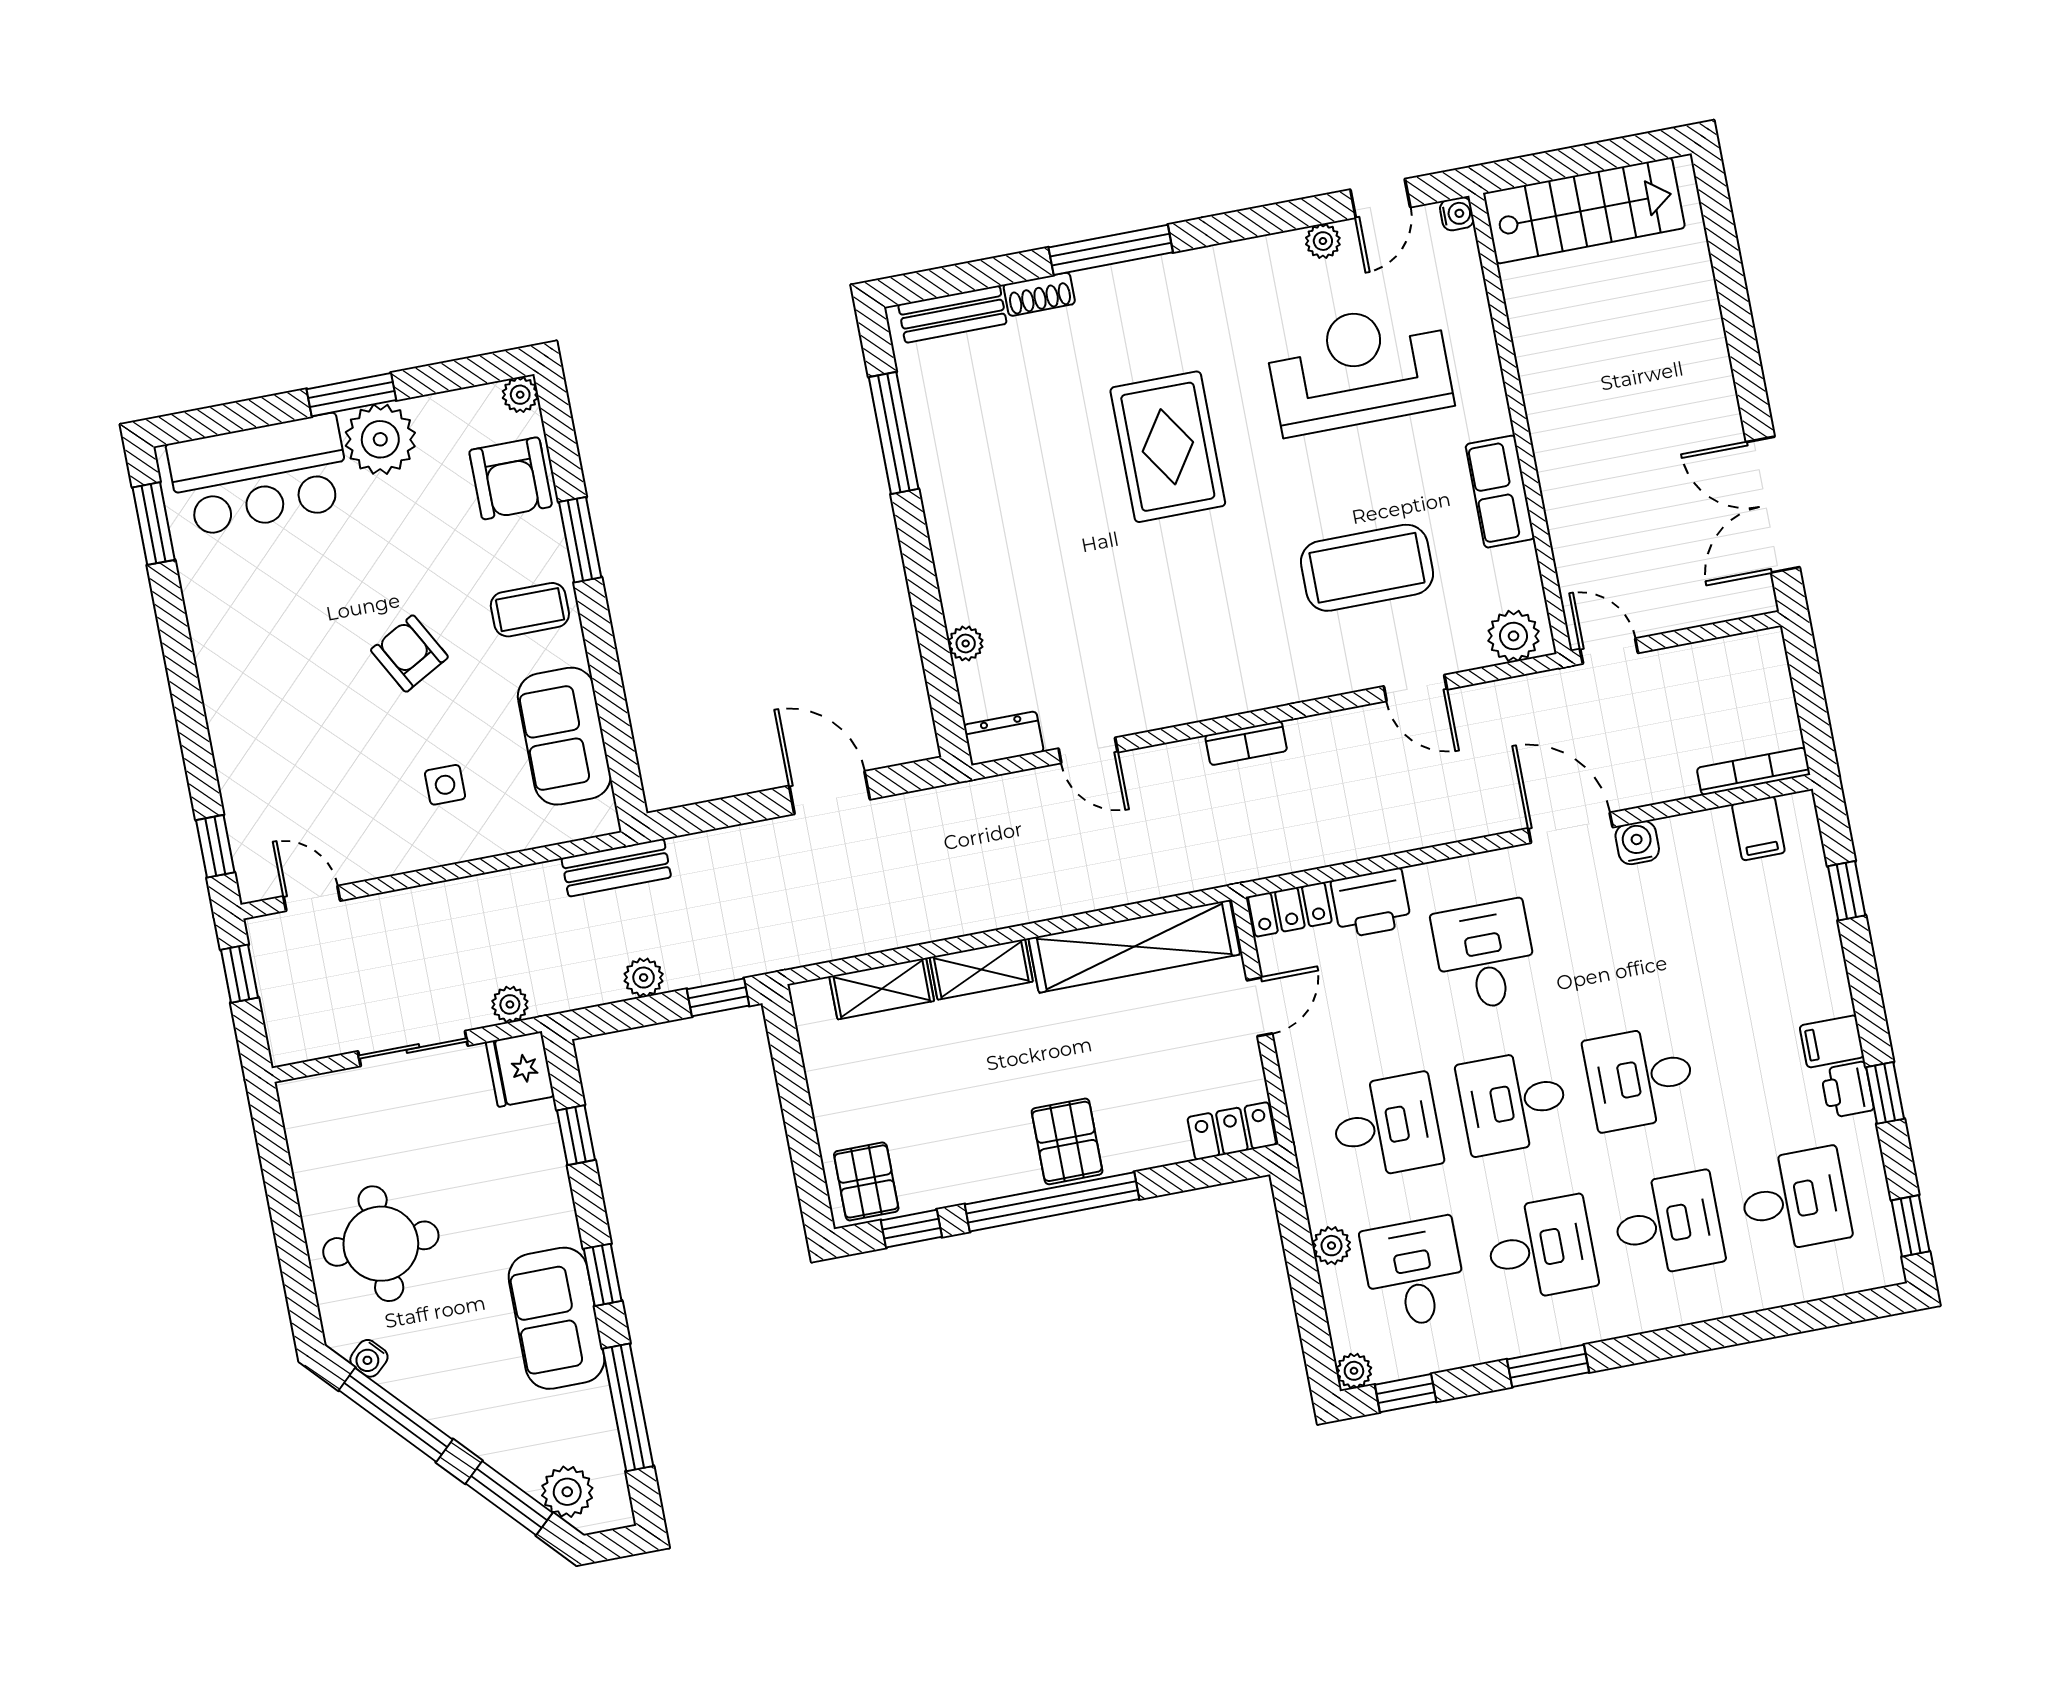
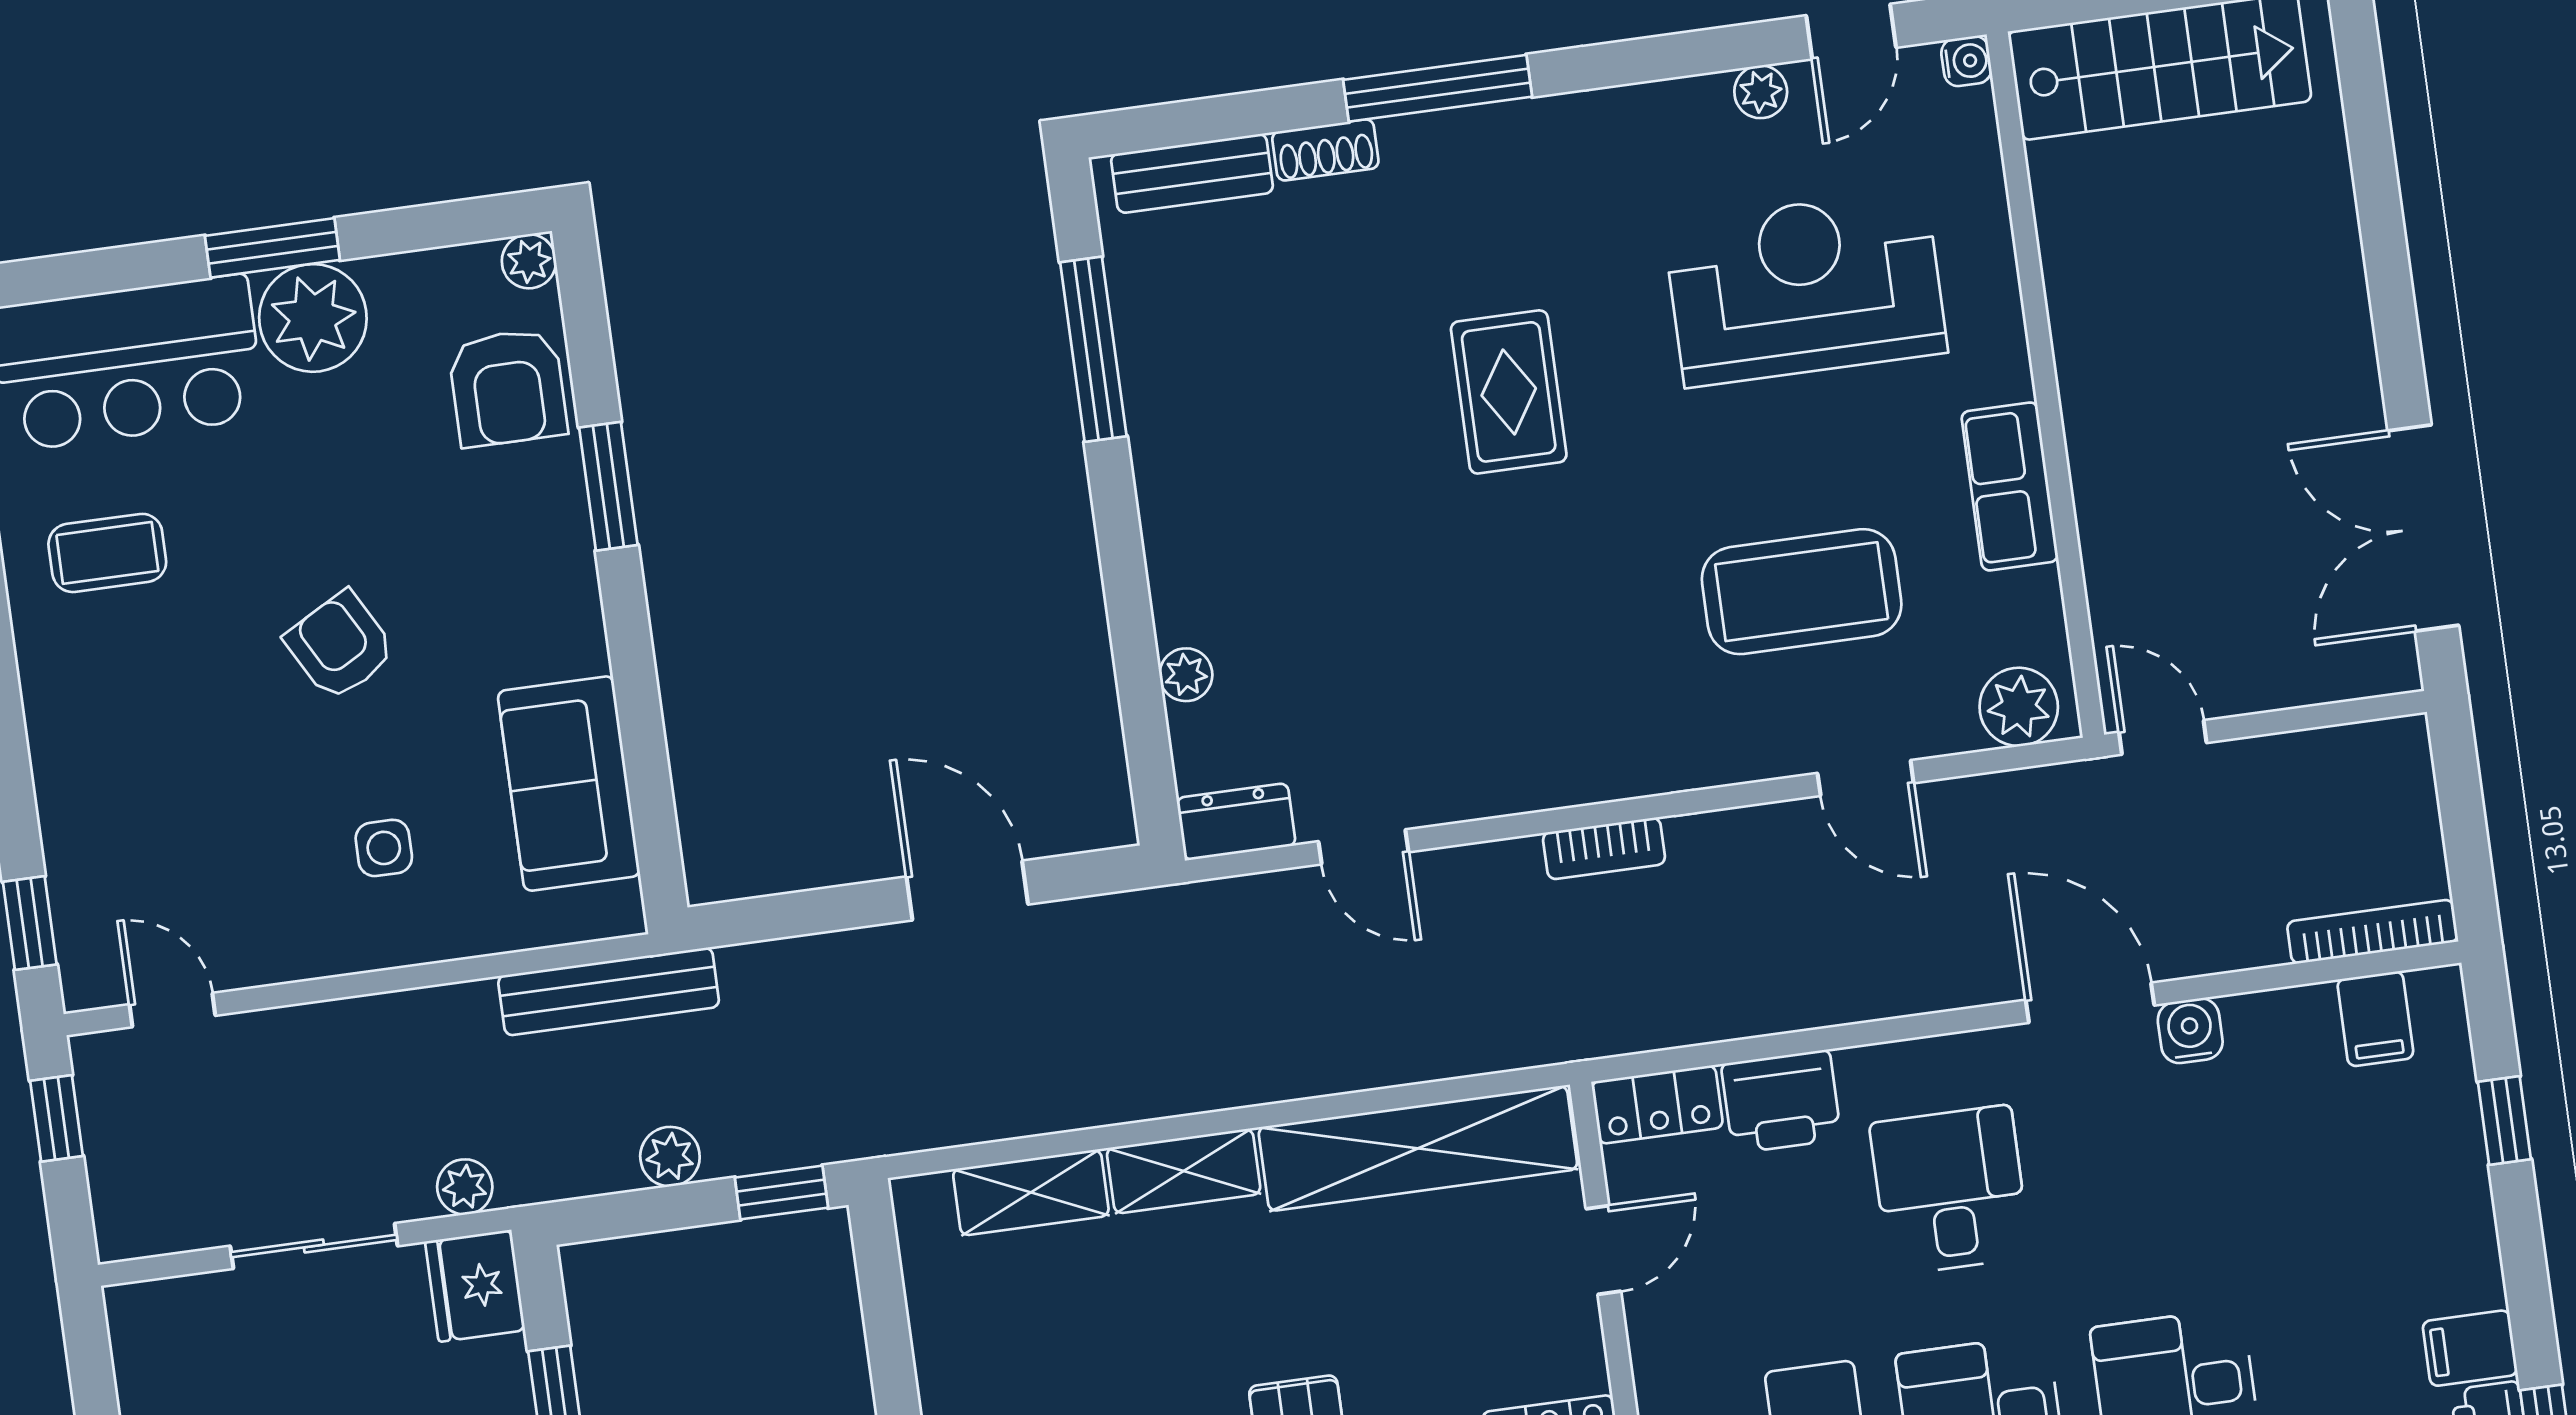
rug: (1168, 447) -> (1509, 392), width x0.73, depth x0.70
coffee table: (530, 610) -> (107, 553), moved
bench: (616, 868) -> (609, 991), width x1.36

